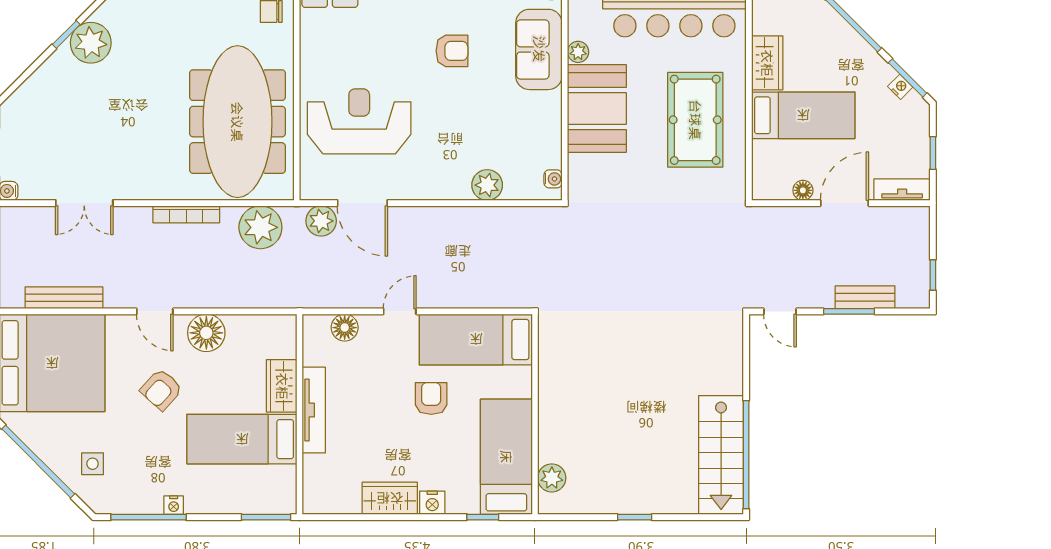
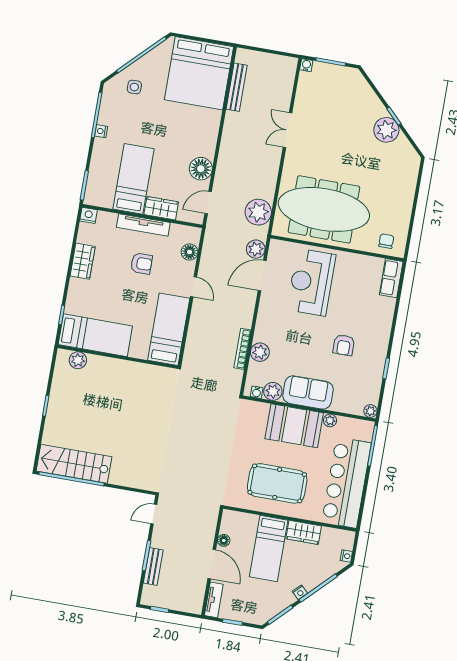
sofa: (539, 49) -> (308, 392), moved
nightstand: (900, 87) -> (300, 592), moved
reception desk: (359, 121) -> (311, 282), turned 180
plant: (547, 153) -> (273, 391), added
double door: (84, 203) -> (287, 130), moved
bookcase: (186, 214) -> (242, 349), moved
door: (155, 311) -> (208, 203), moved
armchair: (161, 390) -> (172, 136), removed
armchair: (431, 398) -> (141, 263), moved
nightstand: (432, 503) -> (89, 215), moved, turned 90

